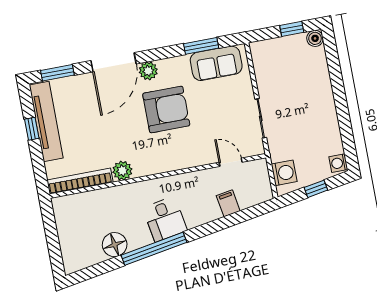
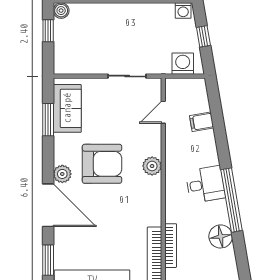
armchair: (166, 110) -> (102, 164), turned 90
plant: (122, 171) -> (152, 166), moved
bookcase: (96, 195) -> (171, 246), added

